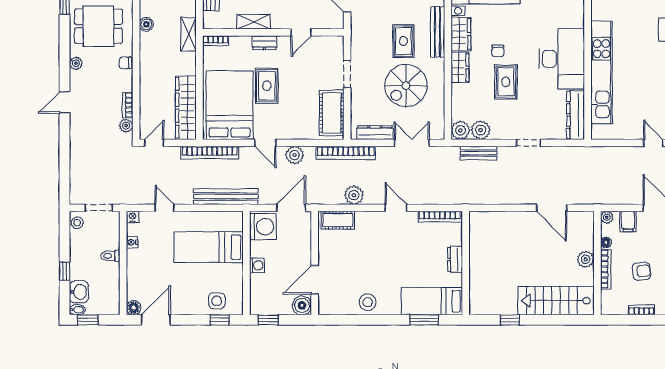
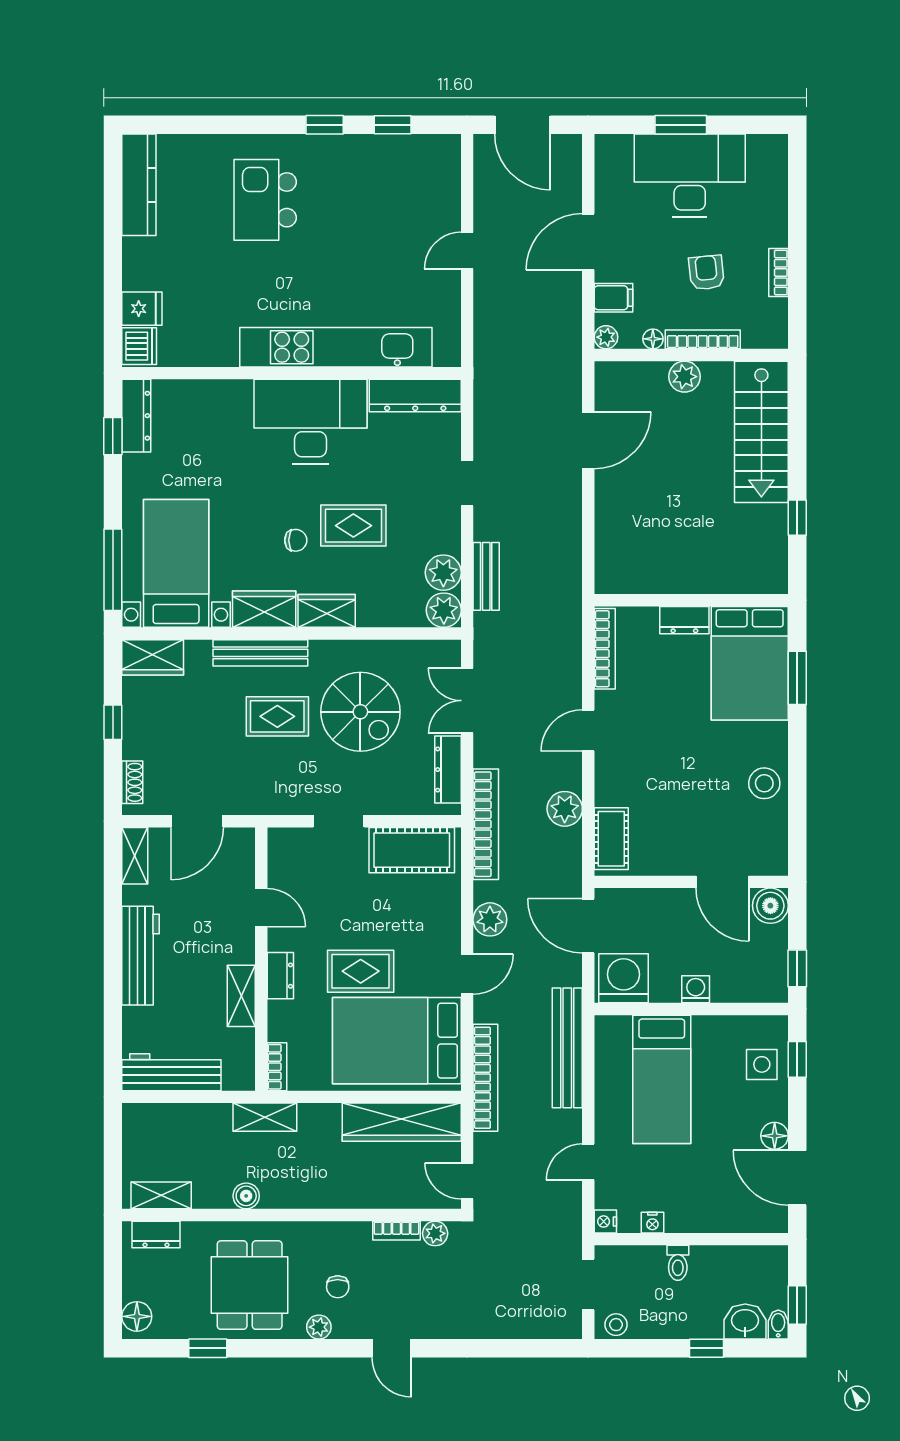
chair: (125, 63) -> (338, 1287), moved
bed: (432, 301) -> (750, 663), width x1.50
floor lamp: (134, 308) -> (775, 1136), moved

